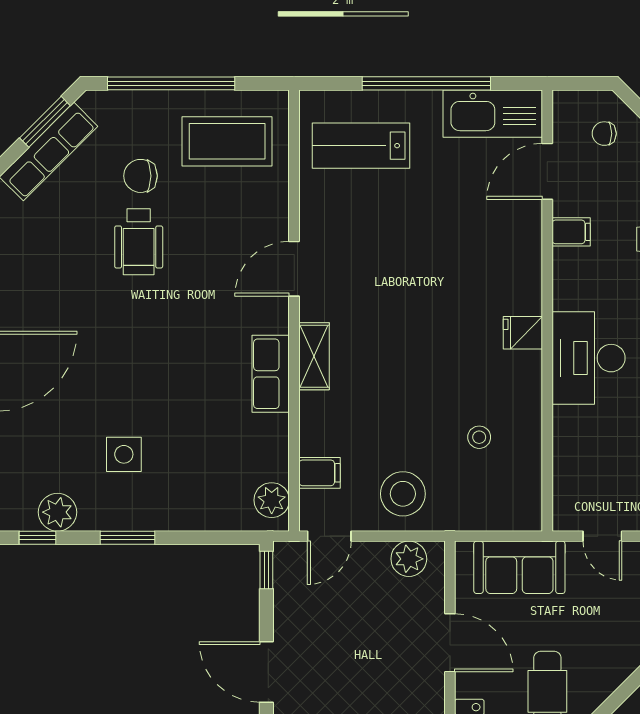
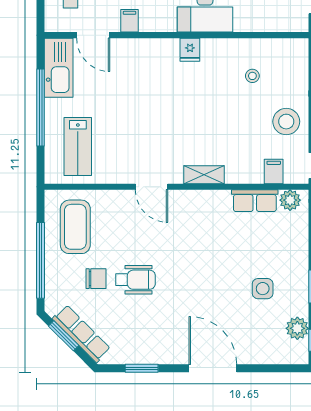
chair: (141, 176) -> (96, 279), turned -90
row of seats: (271, 374) -> (255, 201), moved

